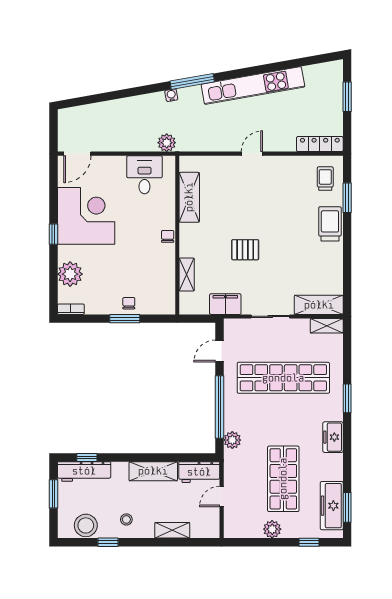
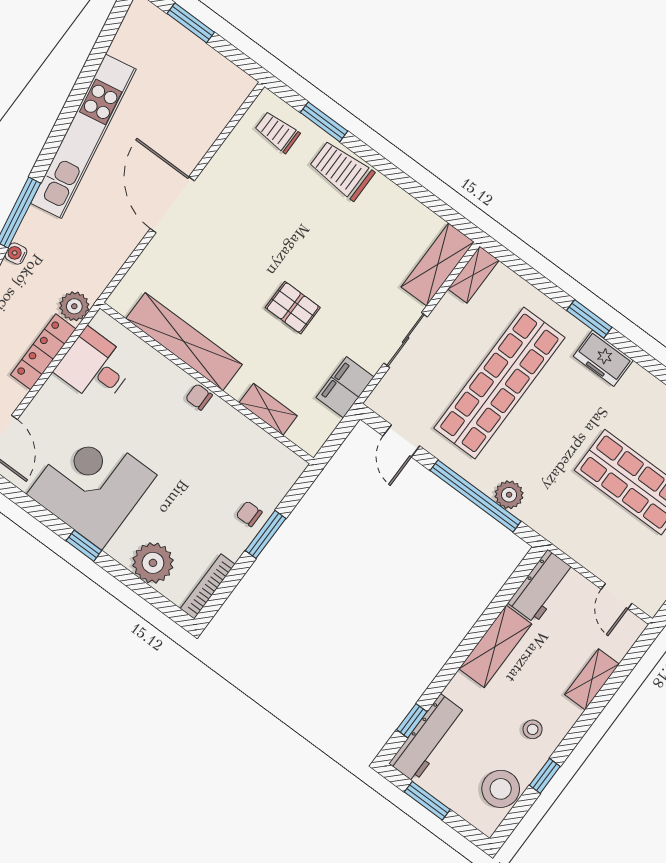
locker: (320, 144) -> (43, 352), moved
door: (252, 154) -> (172, 205), width x1.87
shelving: (189, 197) -> (184, 342), width x1.47
pallet: (245, 250) -> (293, 308), turned 90
bookcase: (71, 309) -> (208, 586), width x1.56
freezer: (333, 437) -> (603, 358), moved
plant: (232, 440) -> (509, 495), moved
door: (222, 496) -> (617, 596), moved

